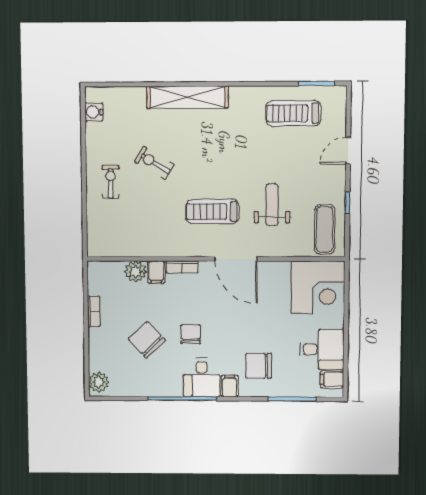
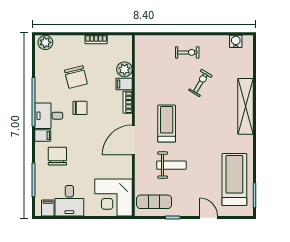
treadmill: (293, 113) -> (234, 180), width x1.37, depth x1.38
chair: (147, 340) -> (76, 77), turned 119

